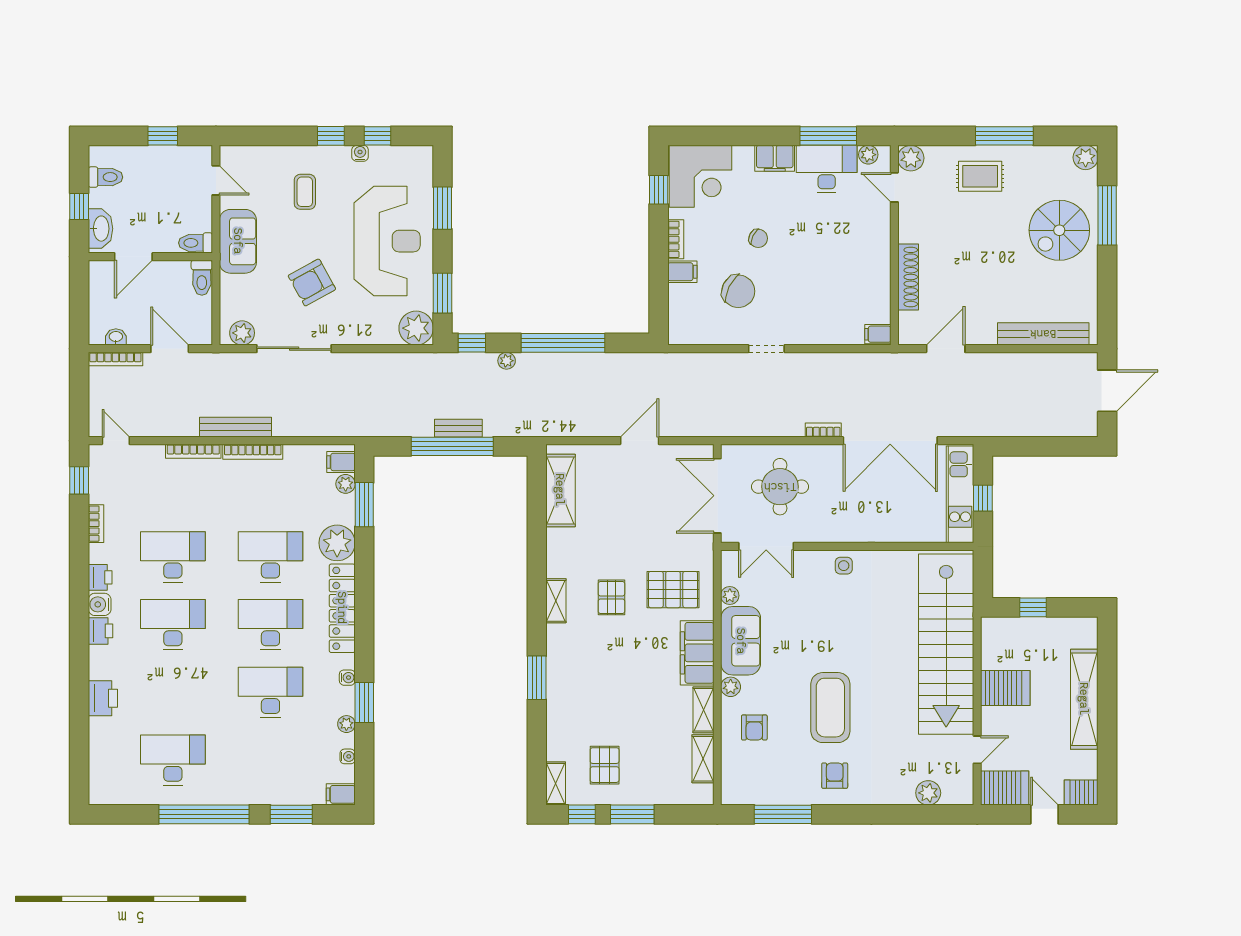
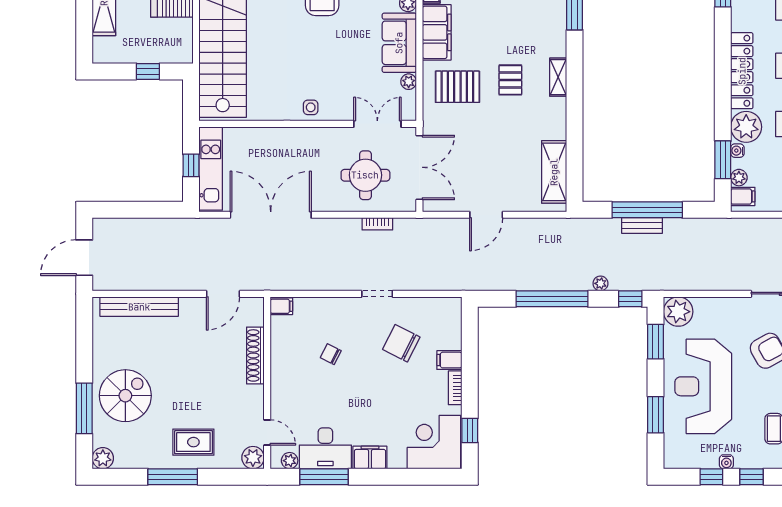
chair: (758, 238) -> (331, 354), moved
bookcase: (823, 430) -> (377, 224), moved
water cooler: (347, 678) -> (737, 151), moved

